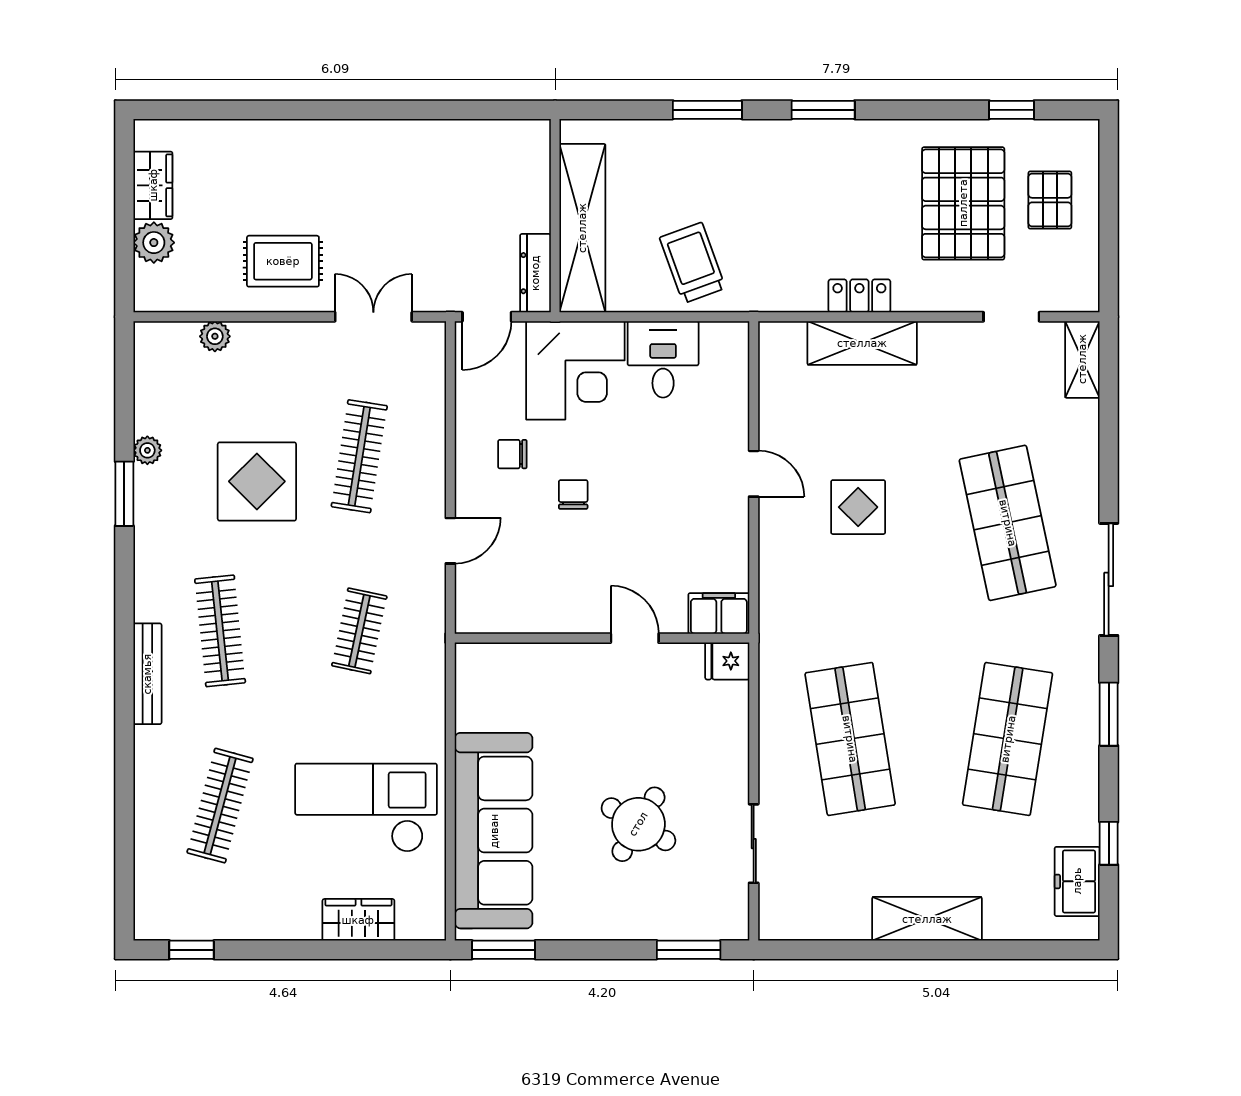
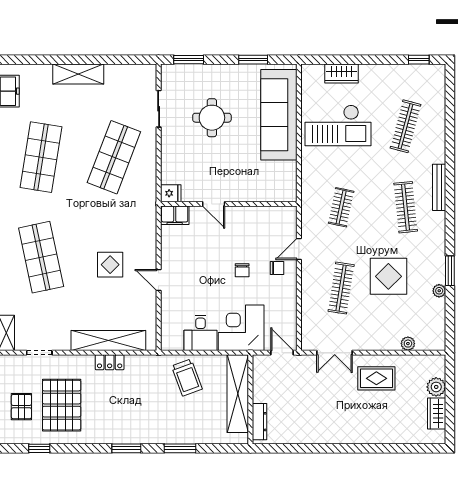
dresser: (535, 273) -> (260, 422), moved
door: (487, 317) -> (282, 353), hinge flipped
shelving: (862, 343) -> (108, 340), width x1.47
chair: (512, 454) -> (277, 268), moved
shop shelf: (850, 739) -> (114, 157), turned 30
round table: (638, 824) -> (212, 118), turned -31
window: (504, 950) -> (253, 60), moved

